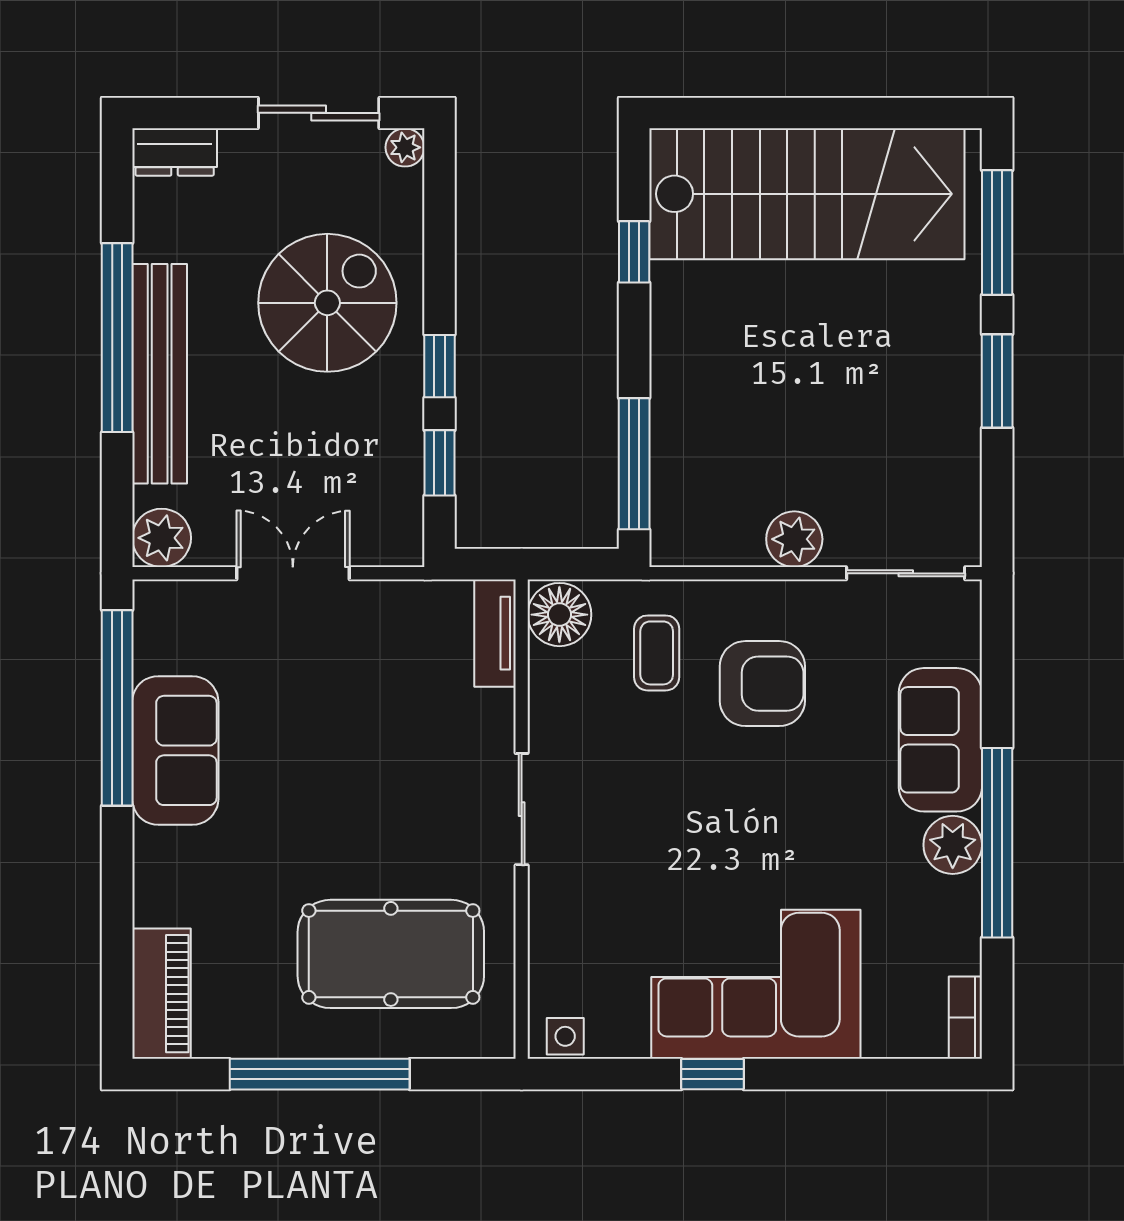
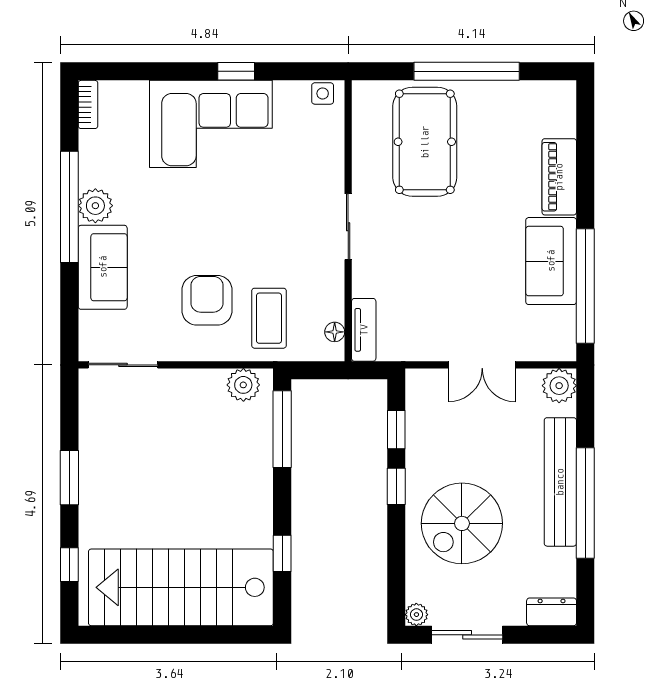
window: (997, 232) -> (69, 565), width x0.46
plant: (794, 539) -> (243, 385), moved
floor lamp: (559, 615) -> (335, 332), width x0.53, depth x0.53
coffee table: (657, 653) -> (269, 318), width x1.36, depth x1.30
armchair: (762, 684) -> (207, 300), turned 90
pool table: (391, 954) -> (425, 142), turned 90
piano: (161, 994) -> (559, 177), moved

